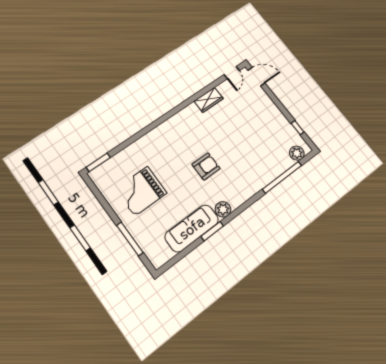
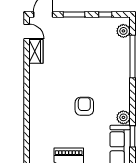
wardrobe: (209, 100) -> (36, 51), moved
window: (277, 102) -> (74, 14), added

